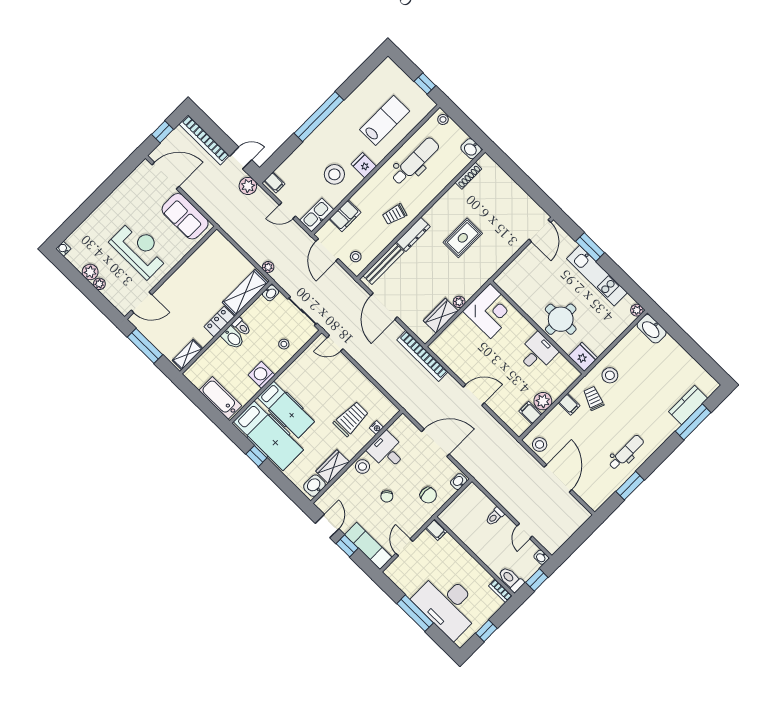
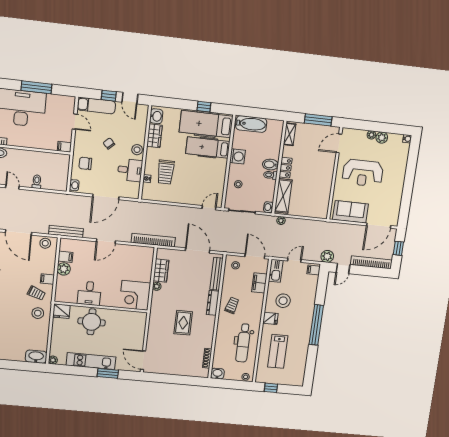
bench: (507, 439) -> (66, 231), added

